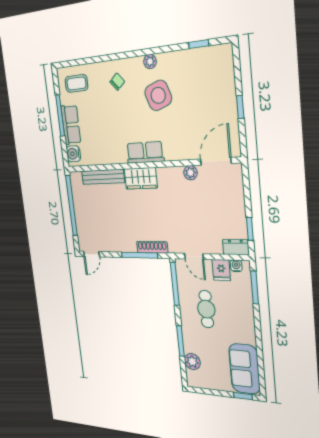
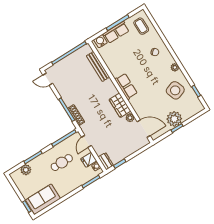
side table: (158, 95) -> (175, 90), moved
plant: (224, 104) -> (174, 119), added
wardrobe: (141, 178) -> (120, 105), moved

